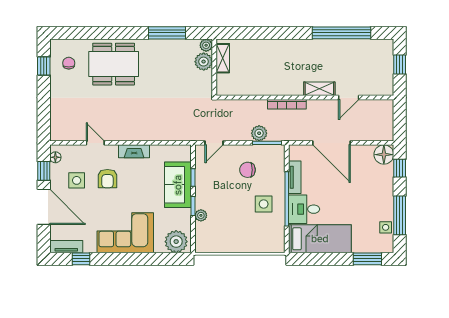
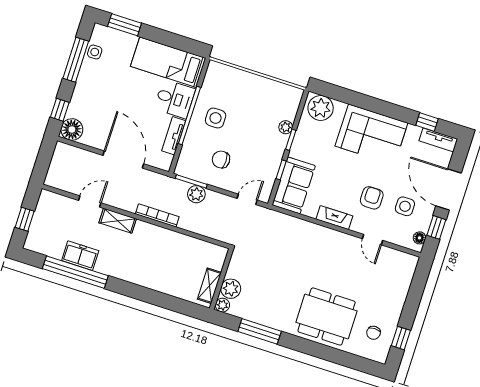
freezer: (342, 48) -> (80, 256), added
chair: (248, 170) -> (221, 160), turned 180
sofa: (178, 185) -> (294, 185), moved

